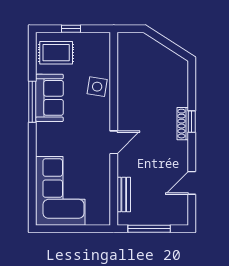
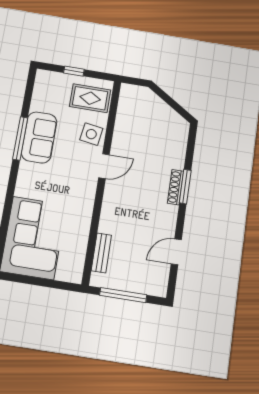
rug: (56, 53) -> (90, 98), moved
window: (192, 122) -> (185, 187), width x1.50
door: (114, 142) -> (104, 166), moved

